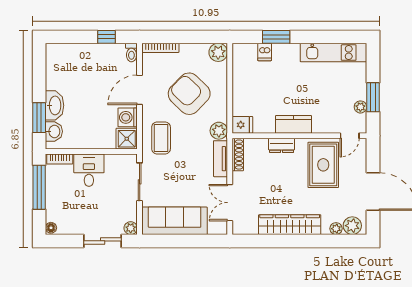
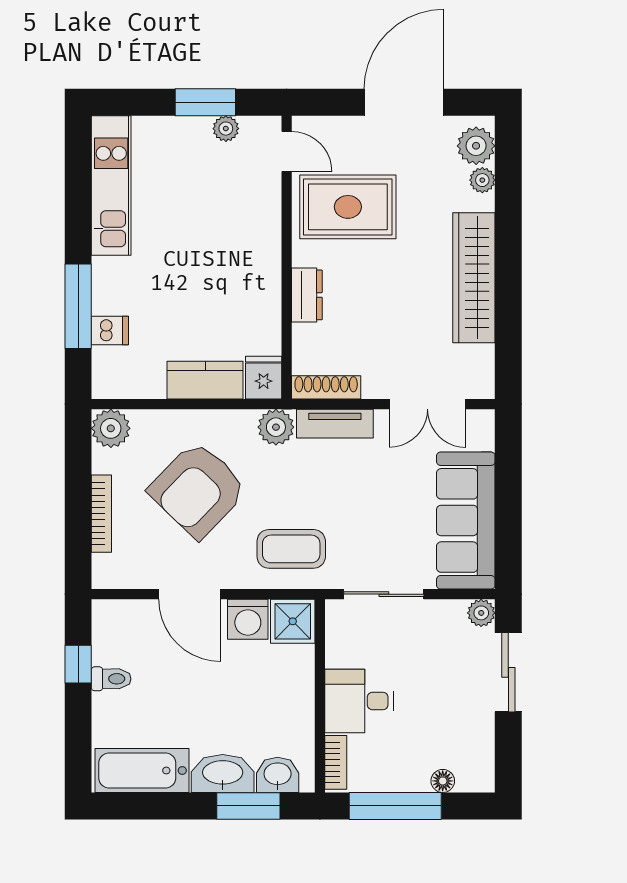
window: (276, 37) -> (78, 306), width x1.44
bookcase: (160, 48) -> (101, 514), moved
toilet: (131, 53) -> (111, 679), moved
bathtub: (56, 67) -> (142, 771), added
kitchen counter: (293, 124) -> (205, 380), moved, turned 90
floor lamp: (51, 228) -> (443, 781), moved

